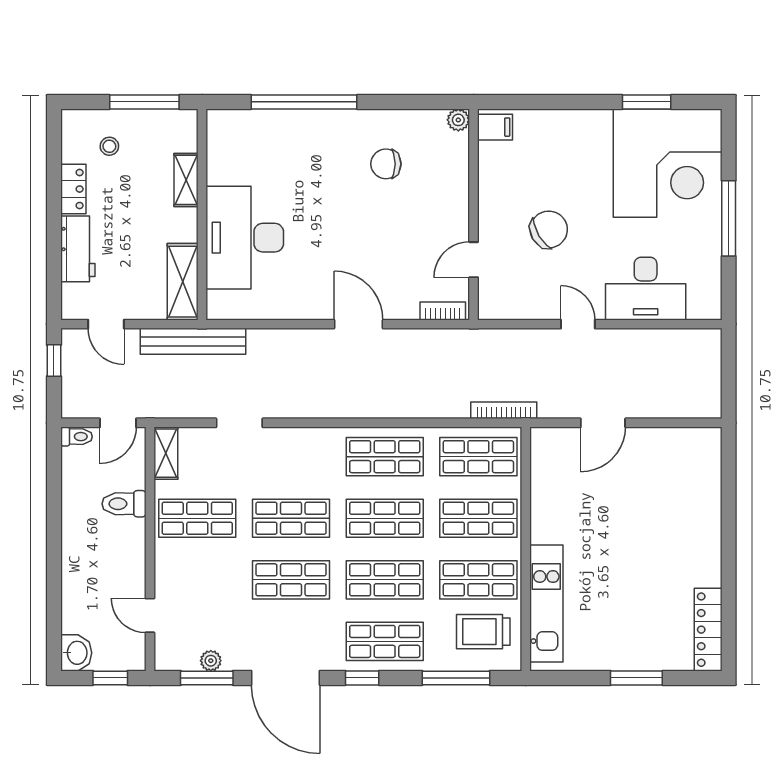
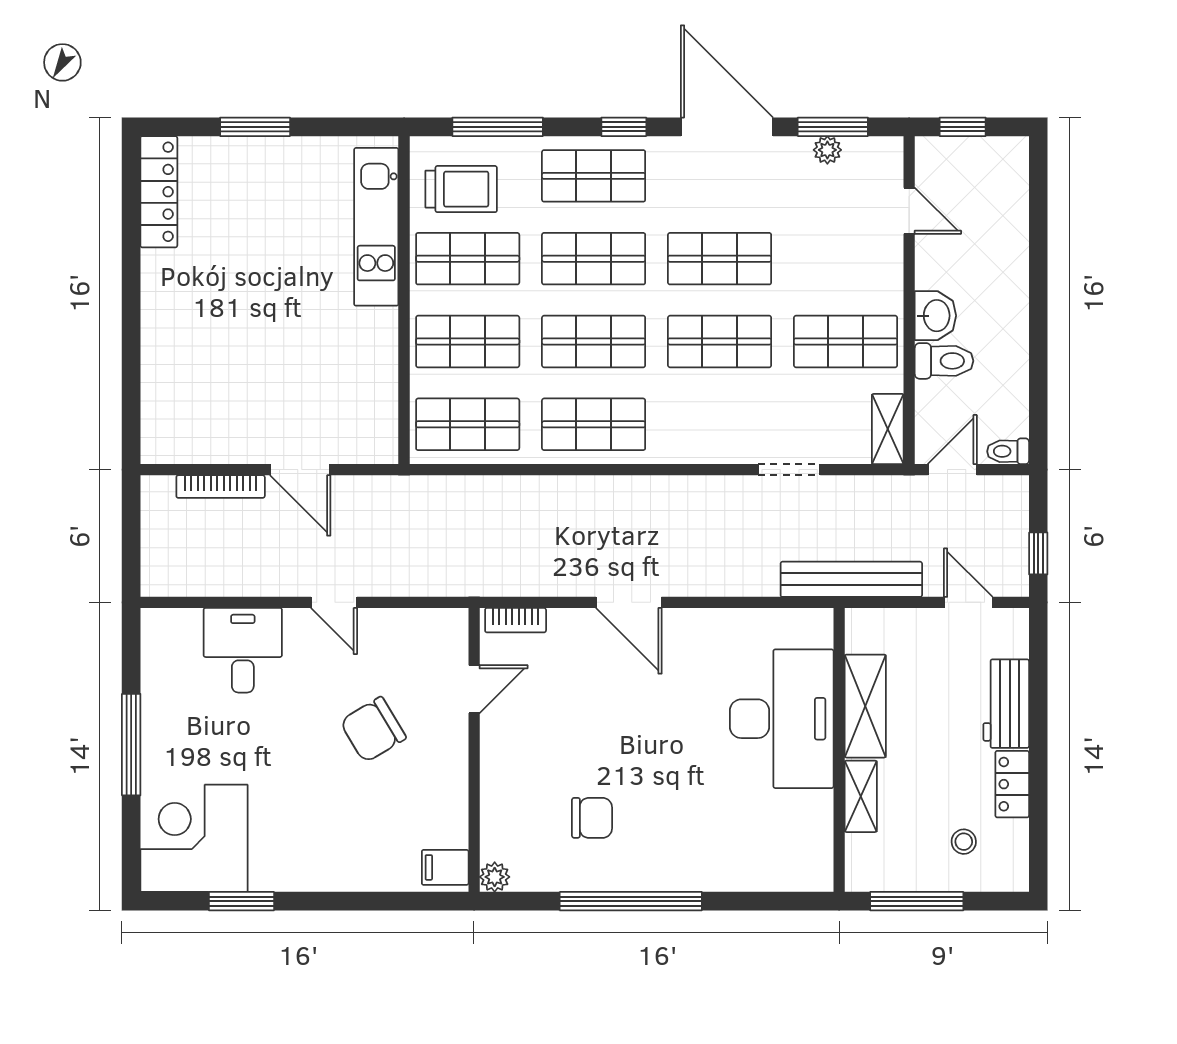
window: (304, 102) -> (631, 901), moved
corner desk: (668, 163) -> (194, 838), width x0.74, depth x0.74
shelving: (183, 282) -> (865, 706), moved
desk: (646, 289) -> (243, 650), width x0.73
bookcase: (504, 410) -> (221, 487), moved
door: (603, 423) -> (300, 470), swing flipped
washbasin: (76, 653) -> (935, 316), moved, turned 180

